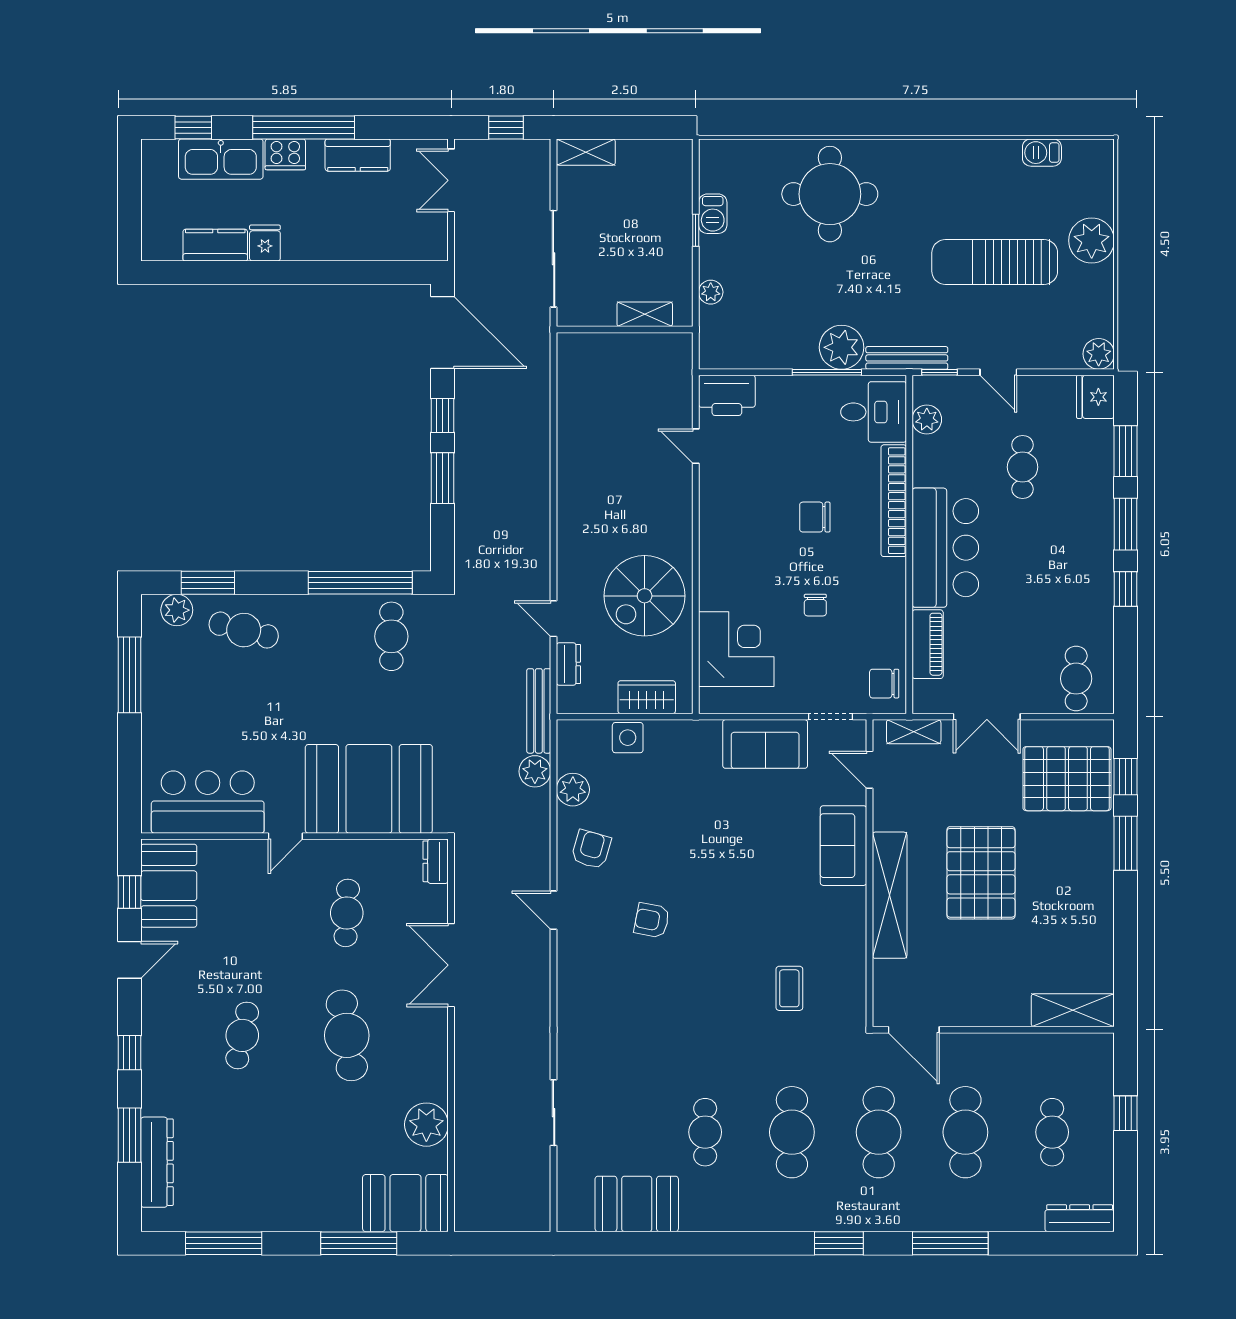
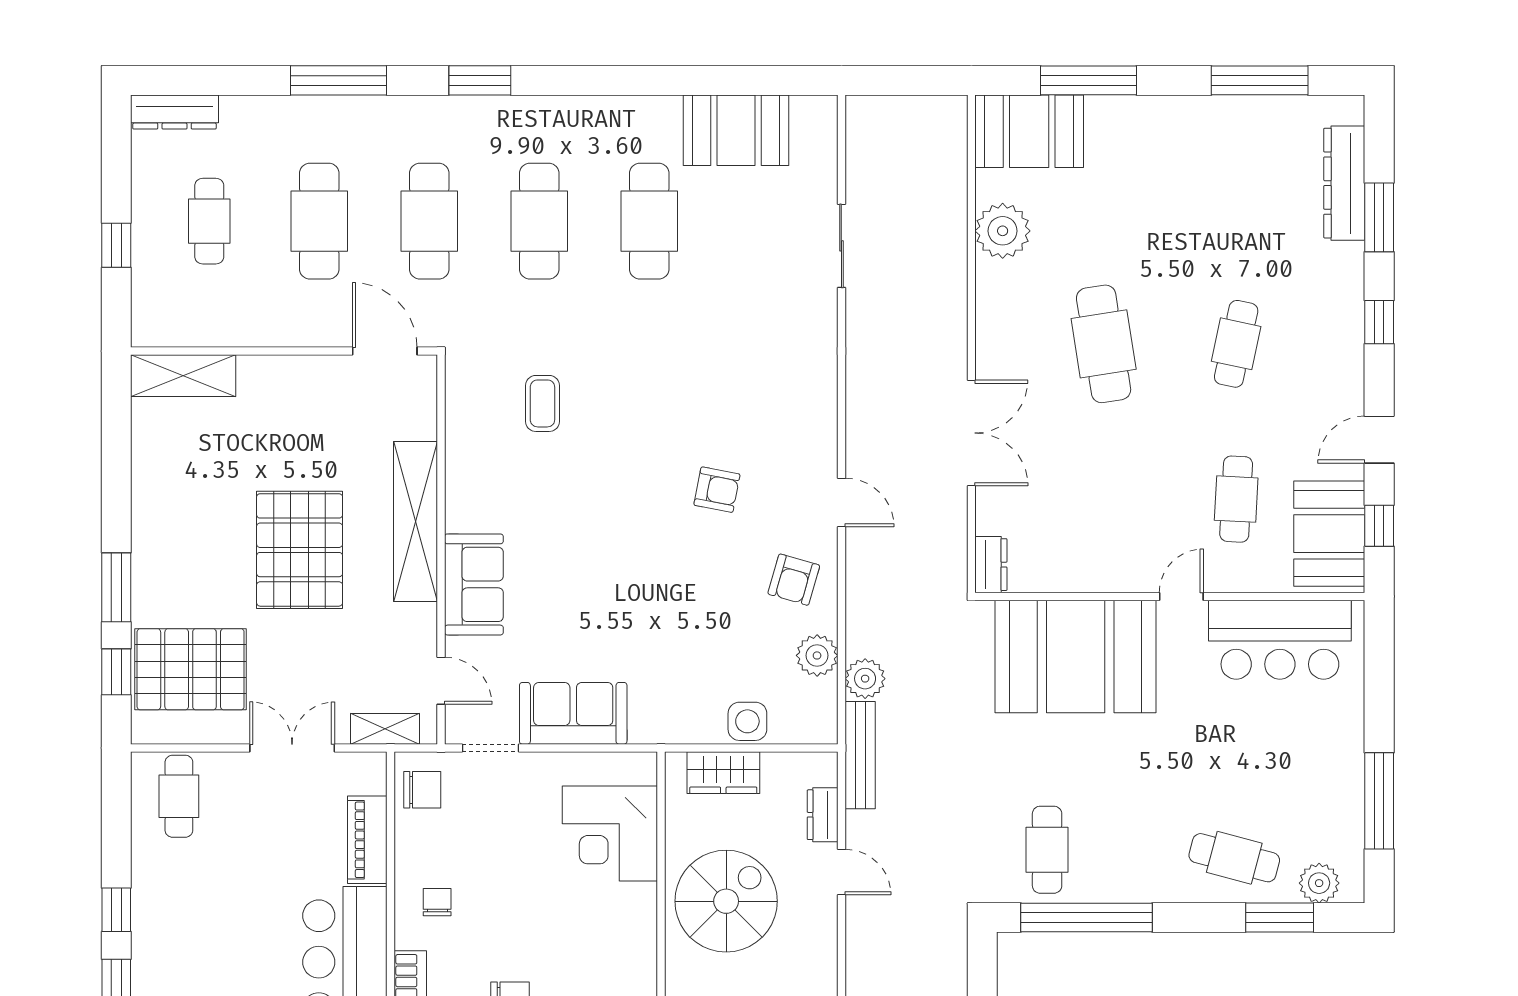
chair: (815, 605) -> (437, 902), moved
cafe table: (347, 913) -> (1236, 499), moved
cafe table: (705, 1132) -> (649, 221), width x1.37, depth x1.35

